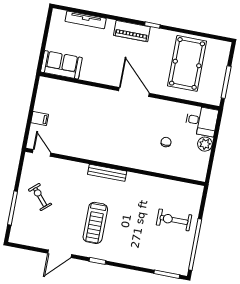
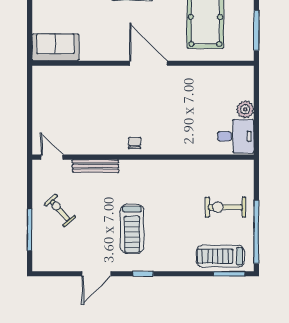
filing cabinet: (40, 119) -> (42, 117), removed
desk: (201, 121) -> (236, 136), moved
chair: (166, 142) -> (135, 143), moved
bench: (107, 173) -> (95, 166), moved
treadmill: (162, 259) -> (220, 256), added

